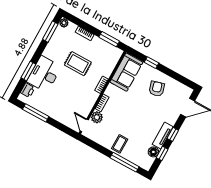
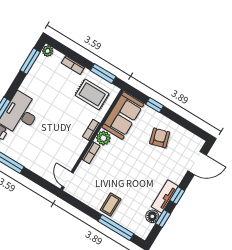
rug: (78, 64) -> (92, 94), moved
plant: (97, 117) -> (103, 138), moved

